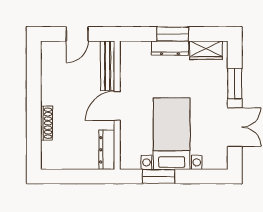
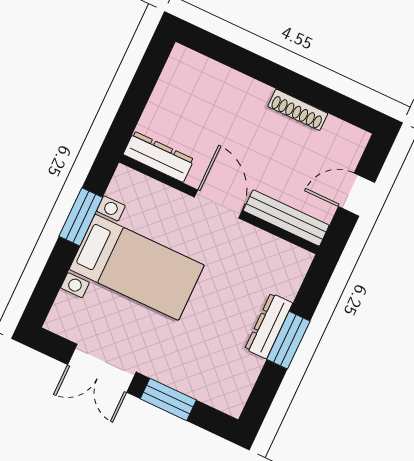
door: (77, 34) -> (356, 195), hinge flipped
wardrobe: (206, 50) -> (240, 379), removed
shoe rack: (47, 123) -> (298, 110), moved

